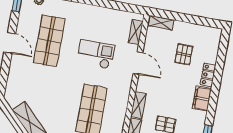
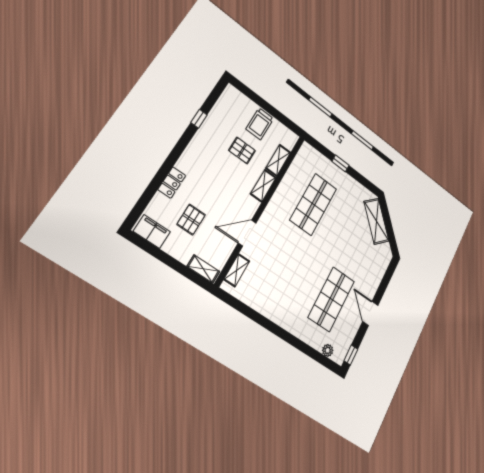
checkout: (96, 54) -> (289, 263), removed
door: (138, 63) -> (247, 233), hinge flipped
filing cabinet: (202, 98) -> (152, 232), moved, turned -90

